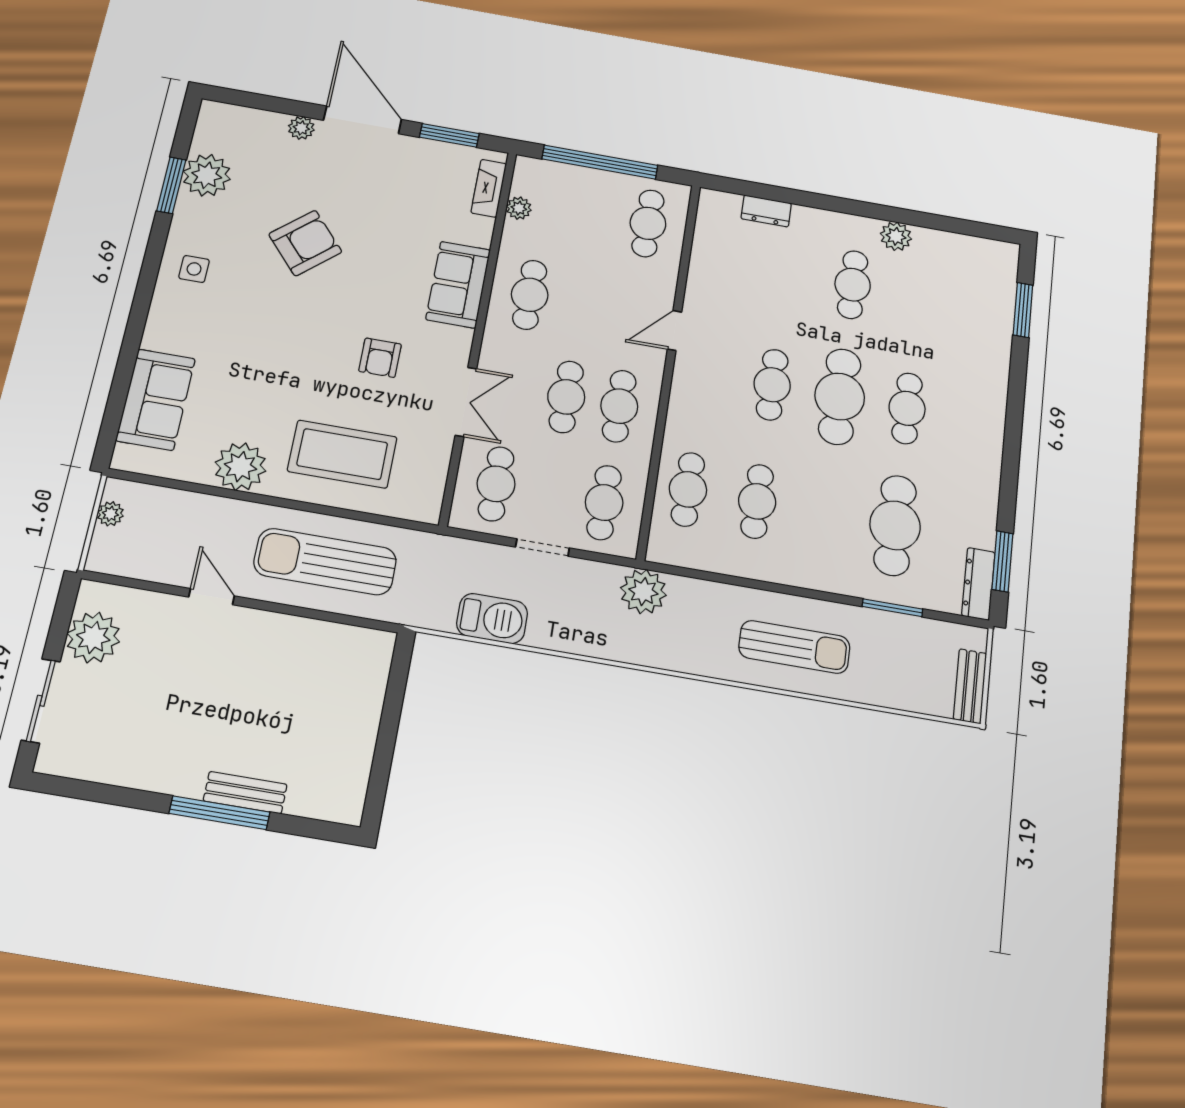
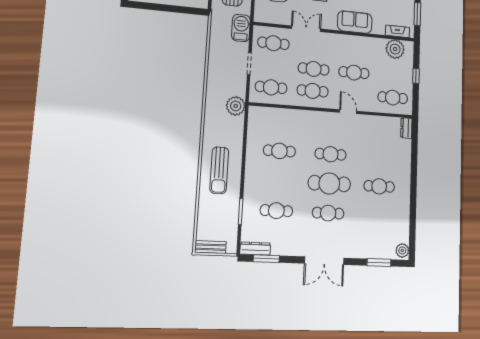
window: (600, 162) -> (416, 76), width x0.32
plant: (519, 208) -> (395, 49), width x1.88, depth x1.88
dresser: (766, 211) -> (406, 128), moved
plant: (896, 236) -> (402, 250), moved
cafe table: (530, 295) -> (354, 73), moved
double door: (466, 402) -> (306, 29), swing flipped
double door: (1013, 431) -> (324, 261), added
cafe table: (688, 489) -> (281, 122), removed
cafe table: (895, 525) -> (276, 211), width x0.73, depth x0.74
barbecue: (492, 618) -> (241, 28), moved, turned 180

